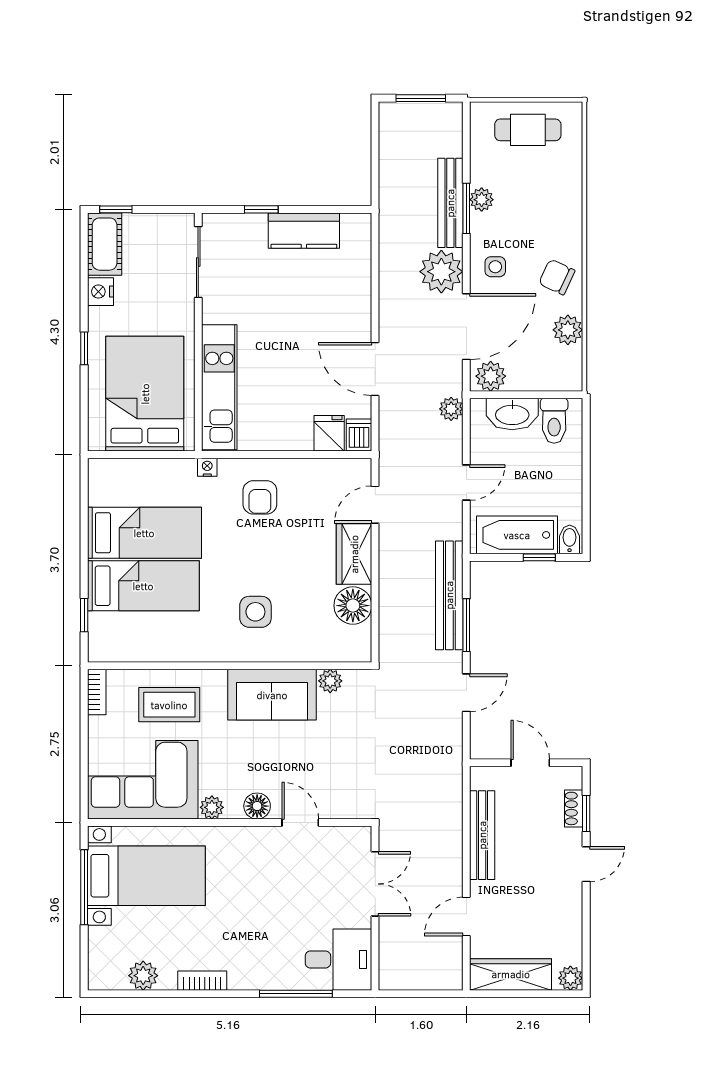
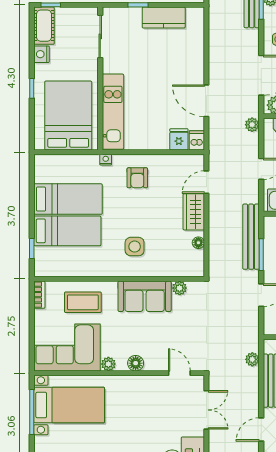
plant: (441, 272) -> (252, 359), moved, width x0.53, depth x0.53
floor lamp: (353, 606) -> (198, 243), width x0.53, depth x0.53
door: (300, 823) -> (179, 373), moved

